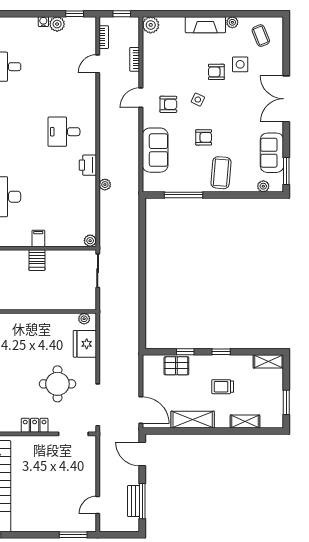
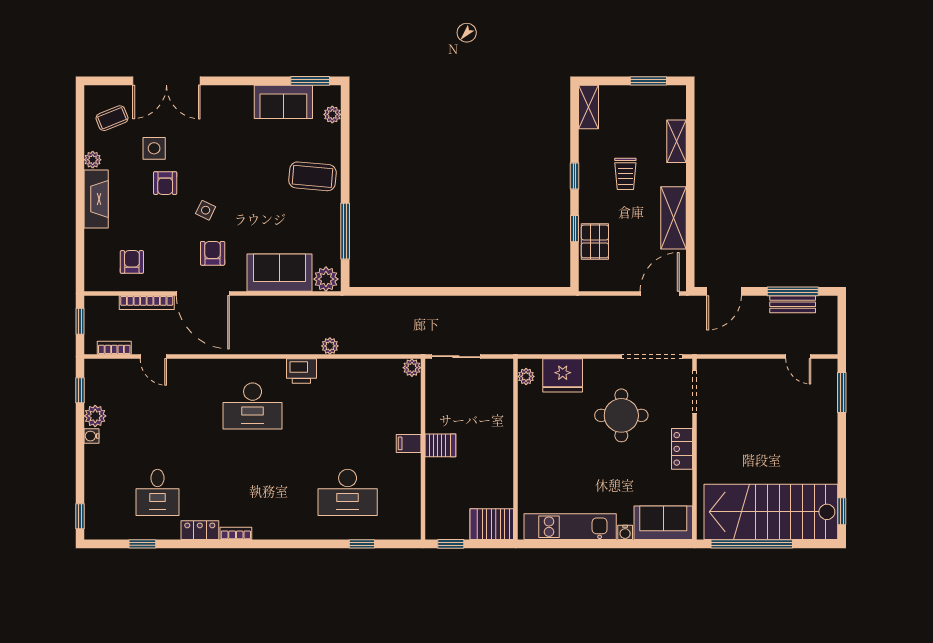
plant: (151, 25) -> (326, 279), moved
bookcase: (135, 59) -> (147, 303), width x1.56
door: (141, 98) -> (203, 293), width x1.87
double door: (286, 99) -> (166, 81), moved
desk: (64, 132) -> (253, 406), width x1.37
armchair: (204, 137) -> (132, 262), moved

